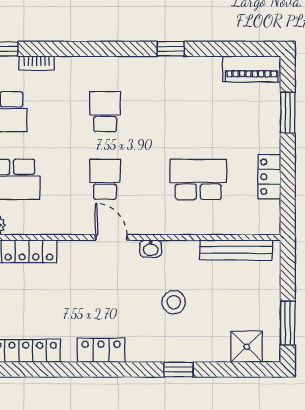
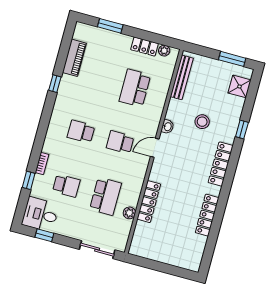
piano: (252, 69) -> (74, 58), moved
plant: (271, 210) -> (164, 51), added
locker: (101, 350) -> (221, 164), width x1.53

